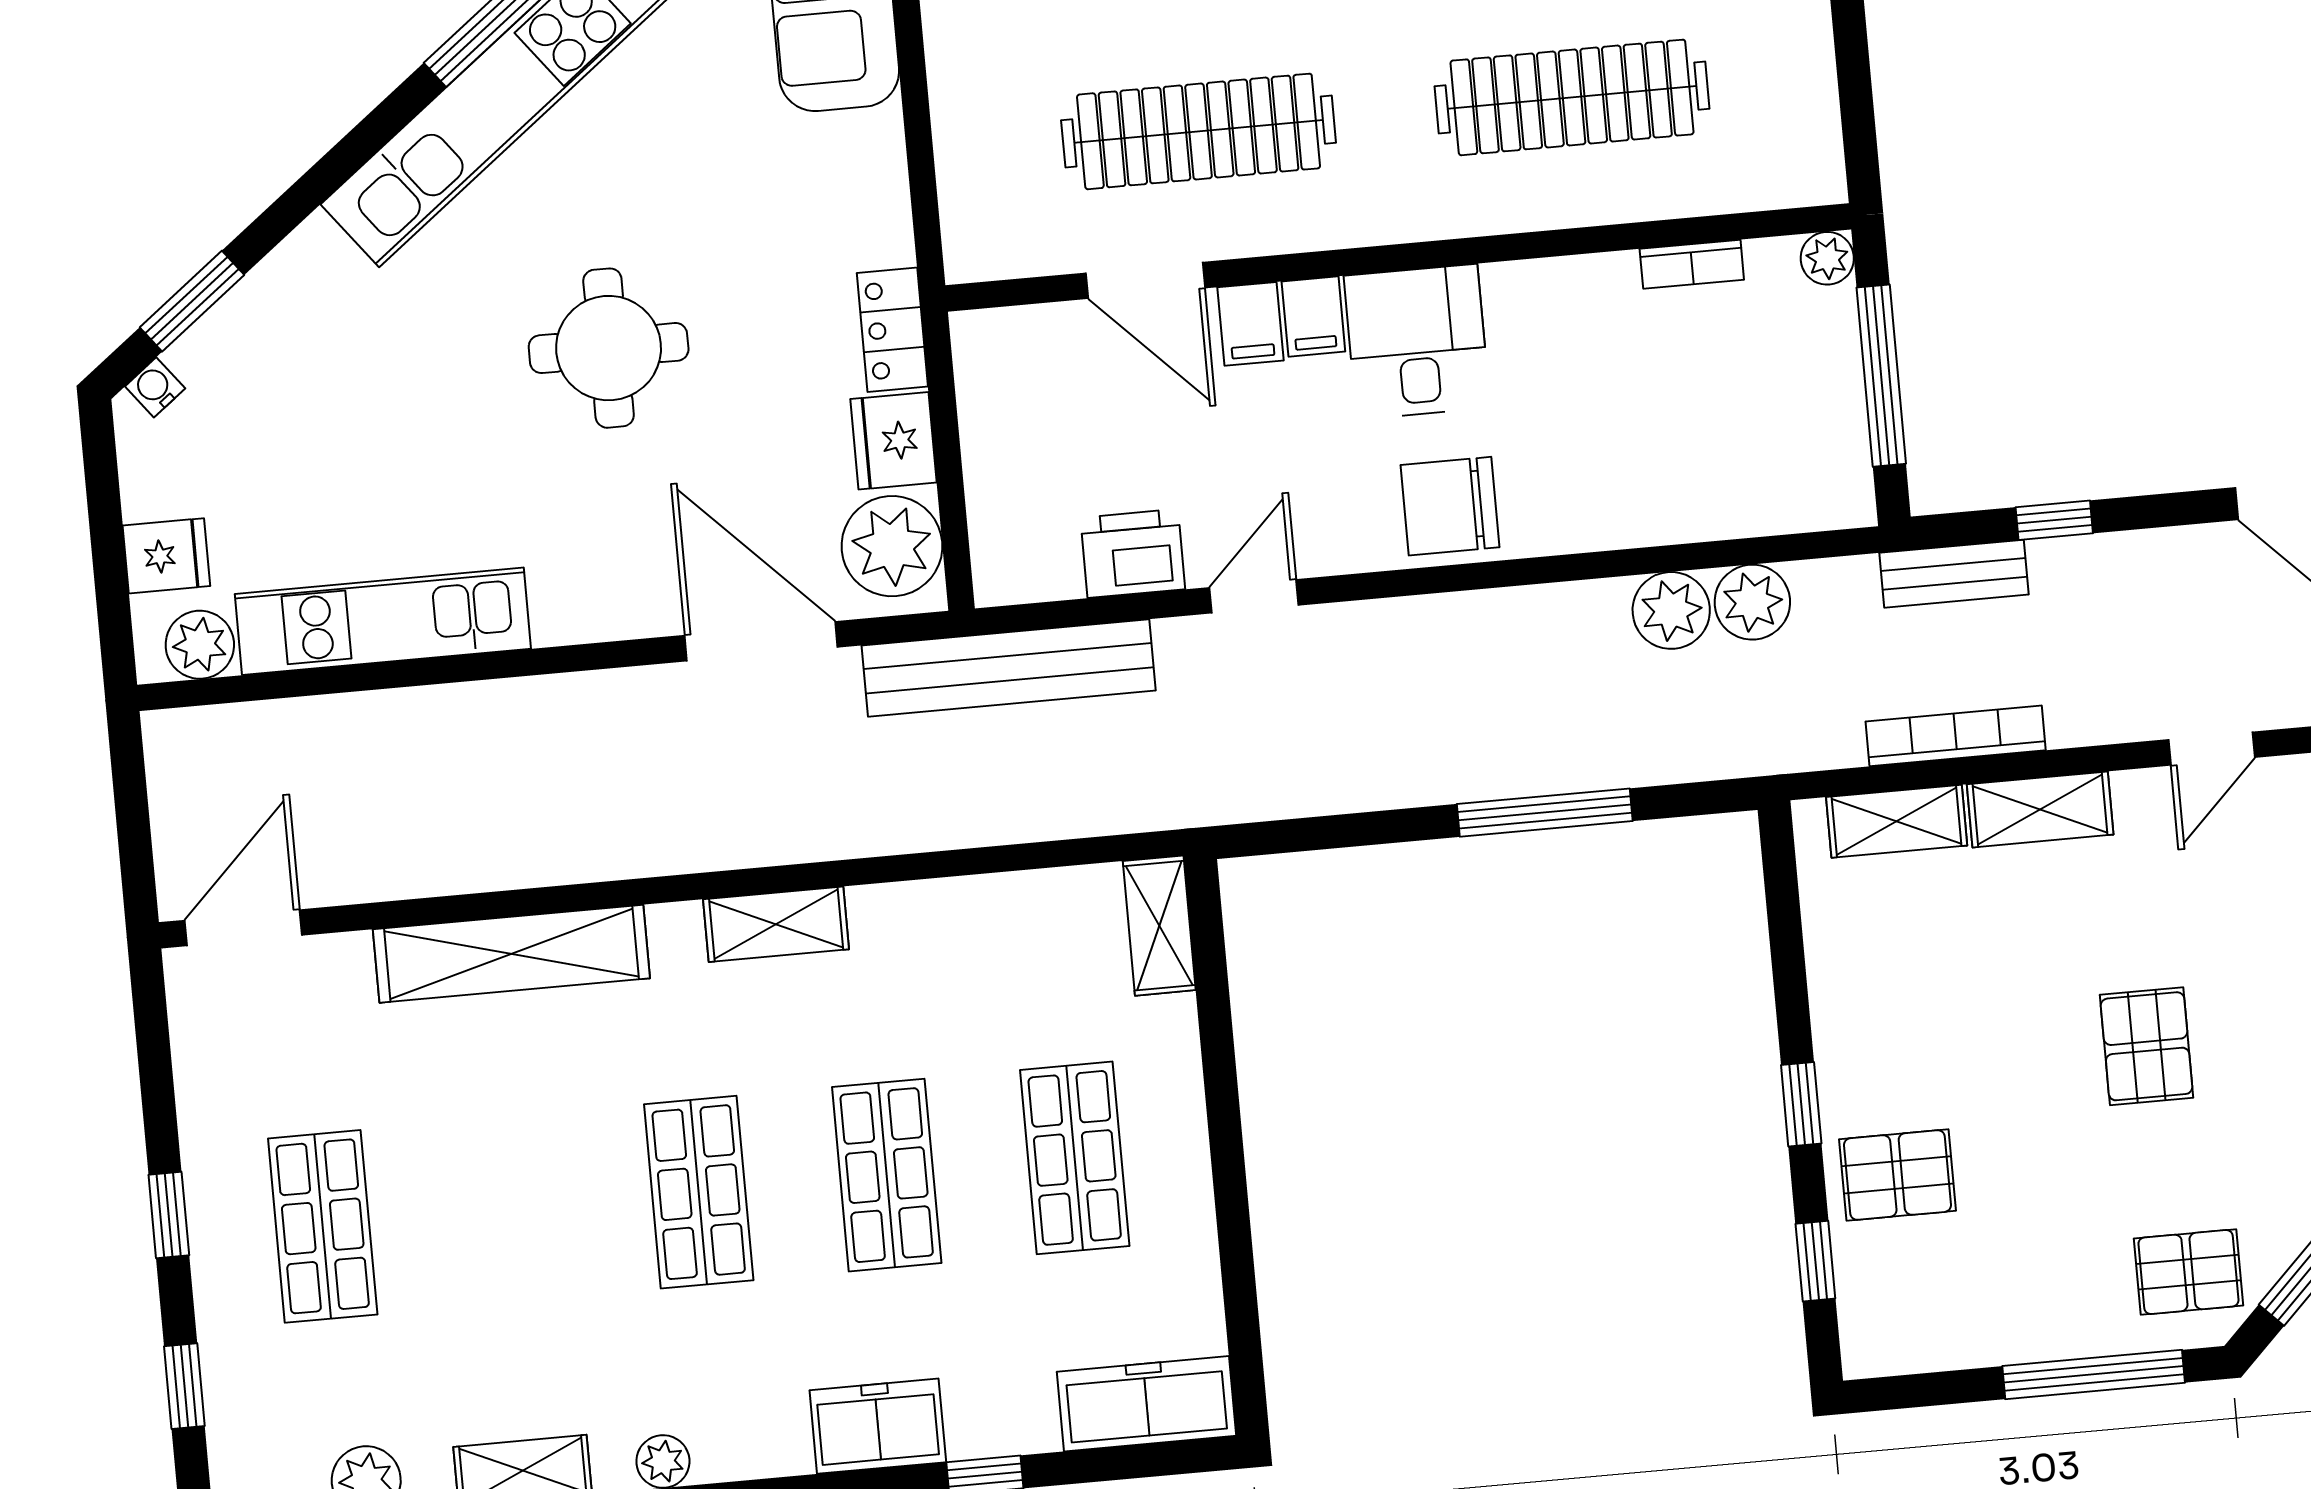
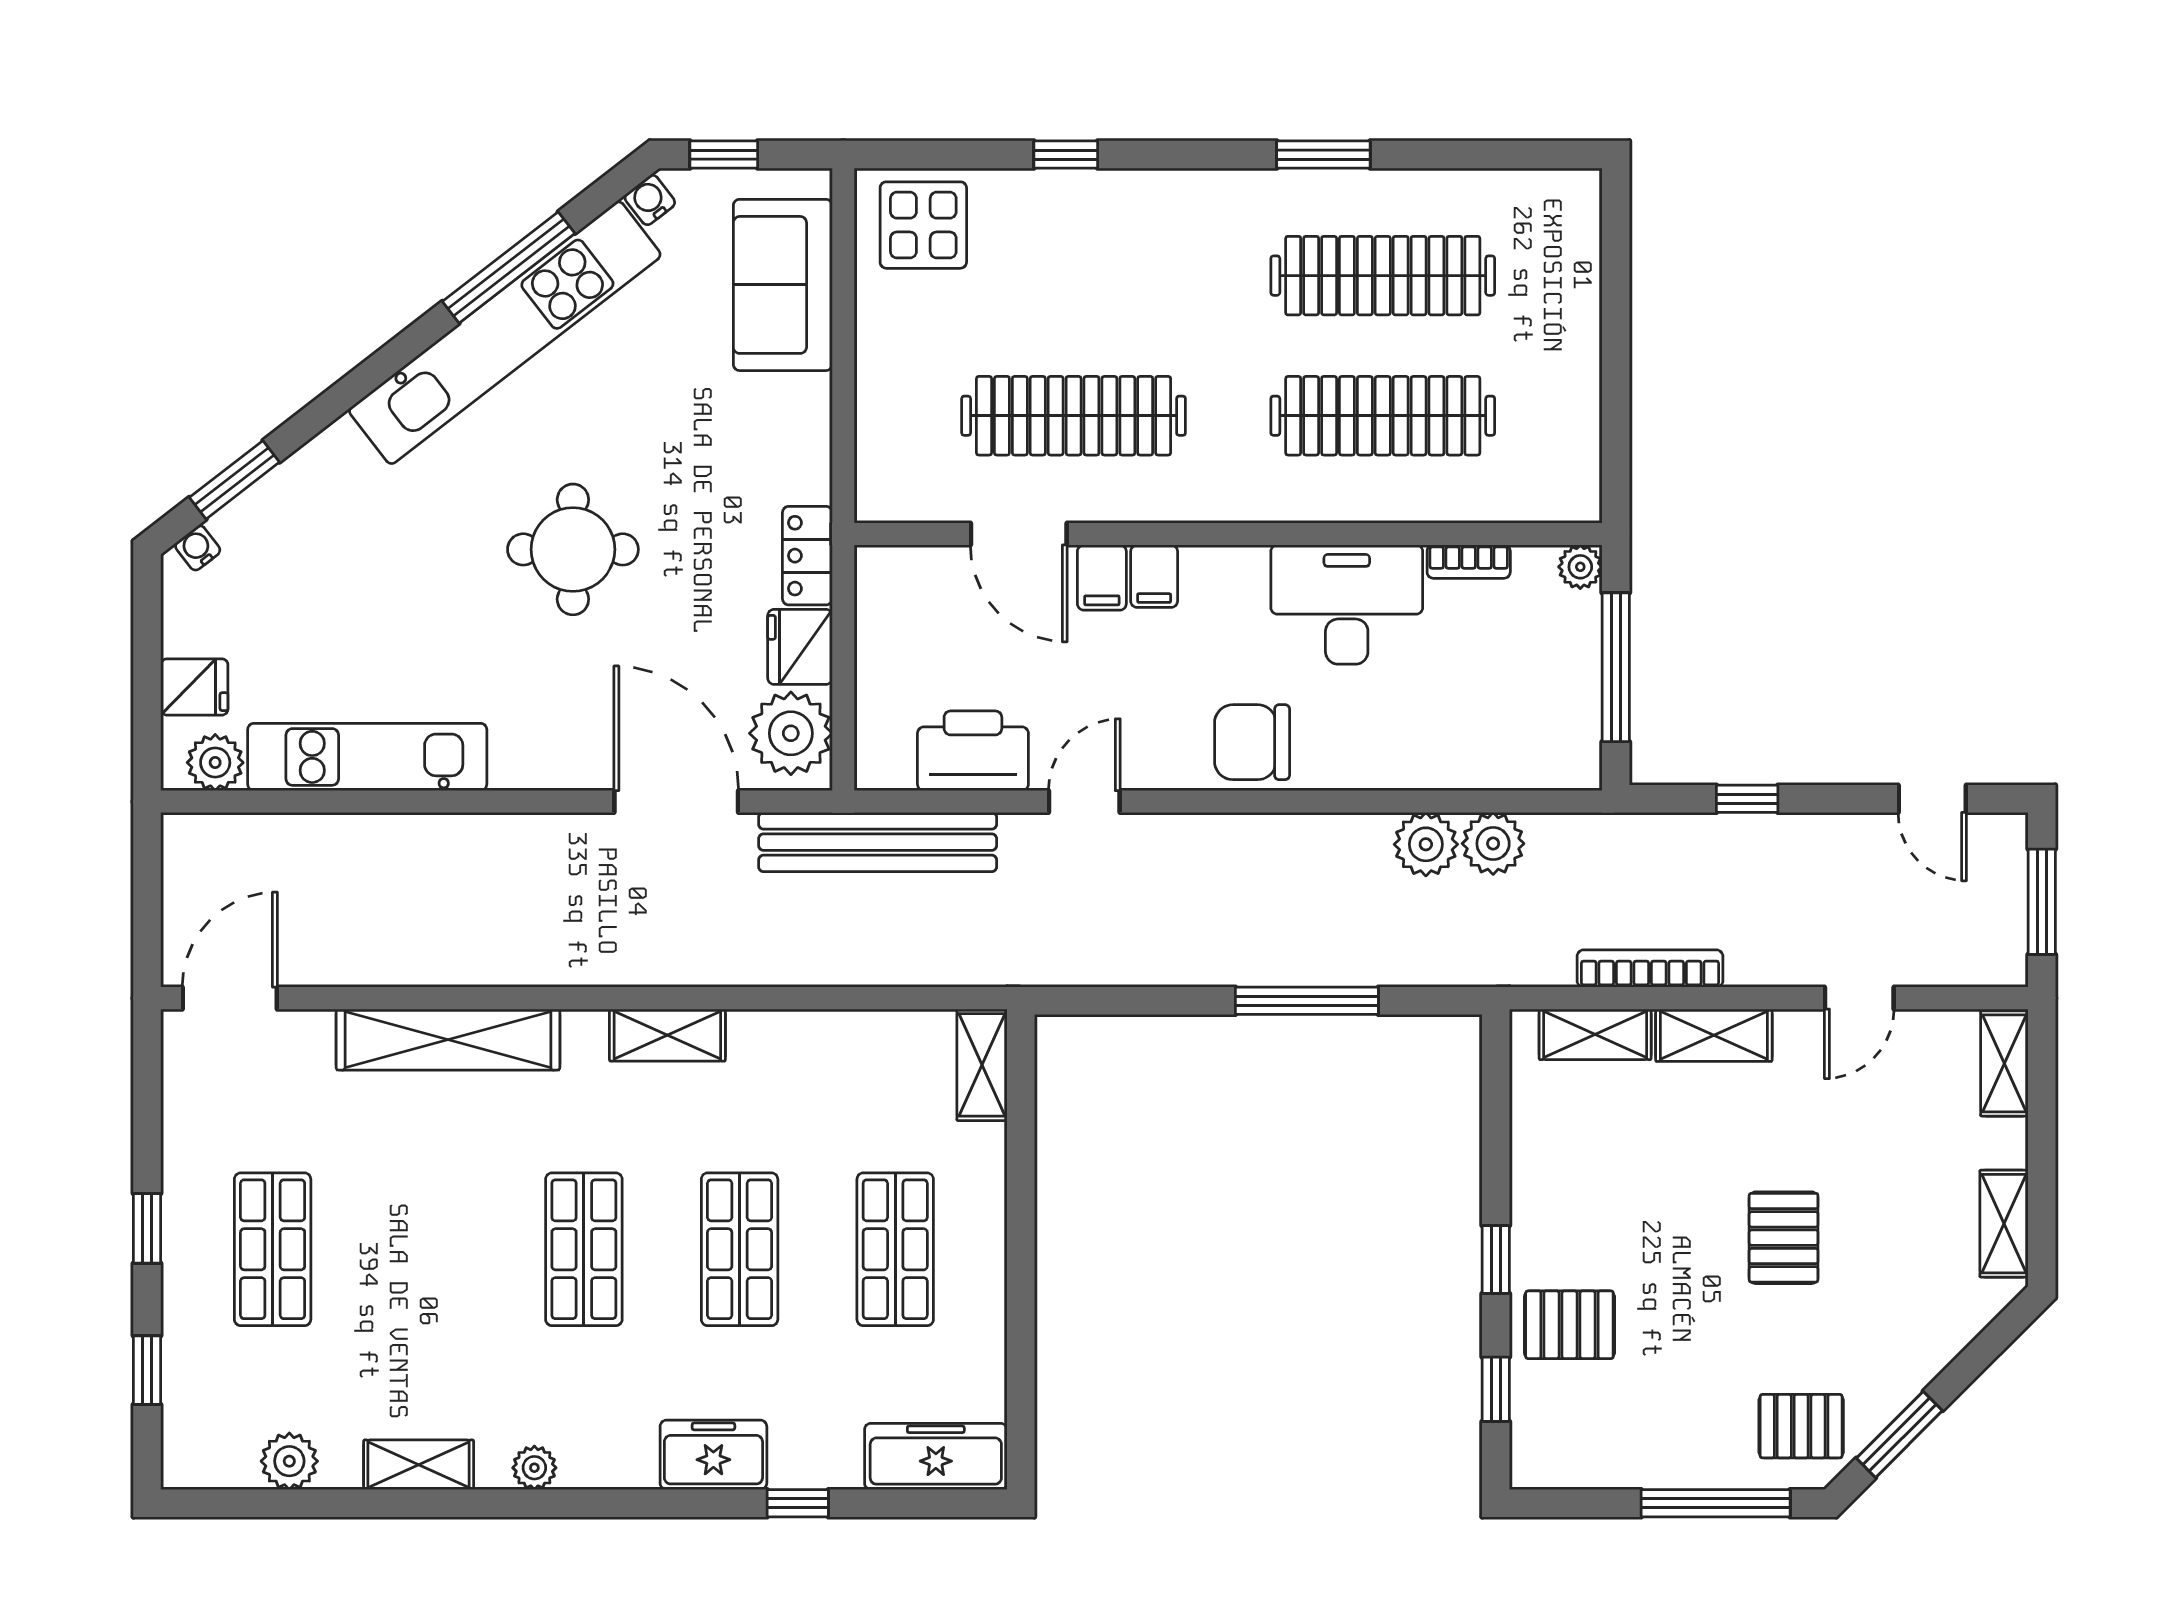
desk: (1417, 342) -> (1347, 605), moved, width x1.37
printer: (1133, 553) -> (973, 751), width x1.37, depth x1.19
bench: (1954, 574) -> (1661, 835), removed

